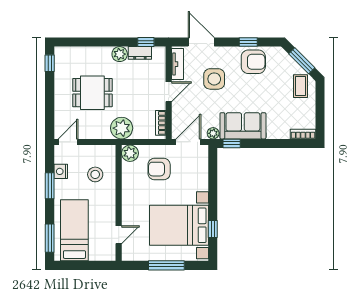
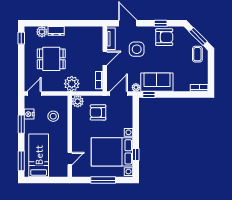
window: (146, 42) -> (89, 23), removed
dresser: (140, 53) -> (56, 31), moved
plant: (120, 54) -> (42, 32), moved

